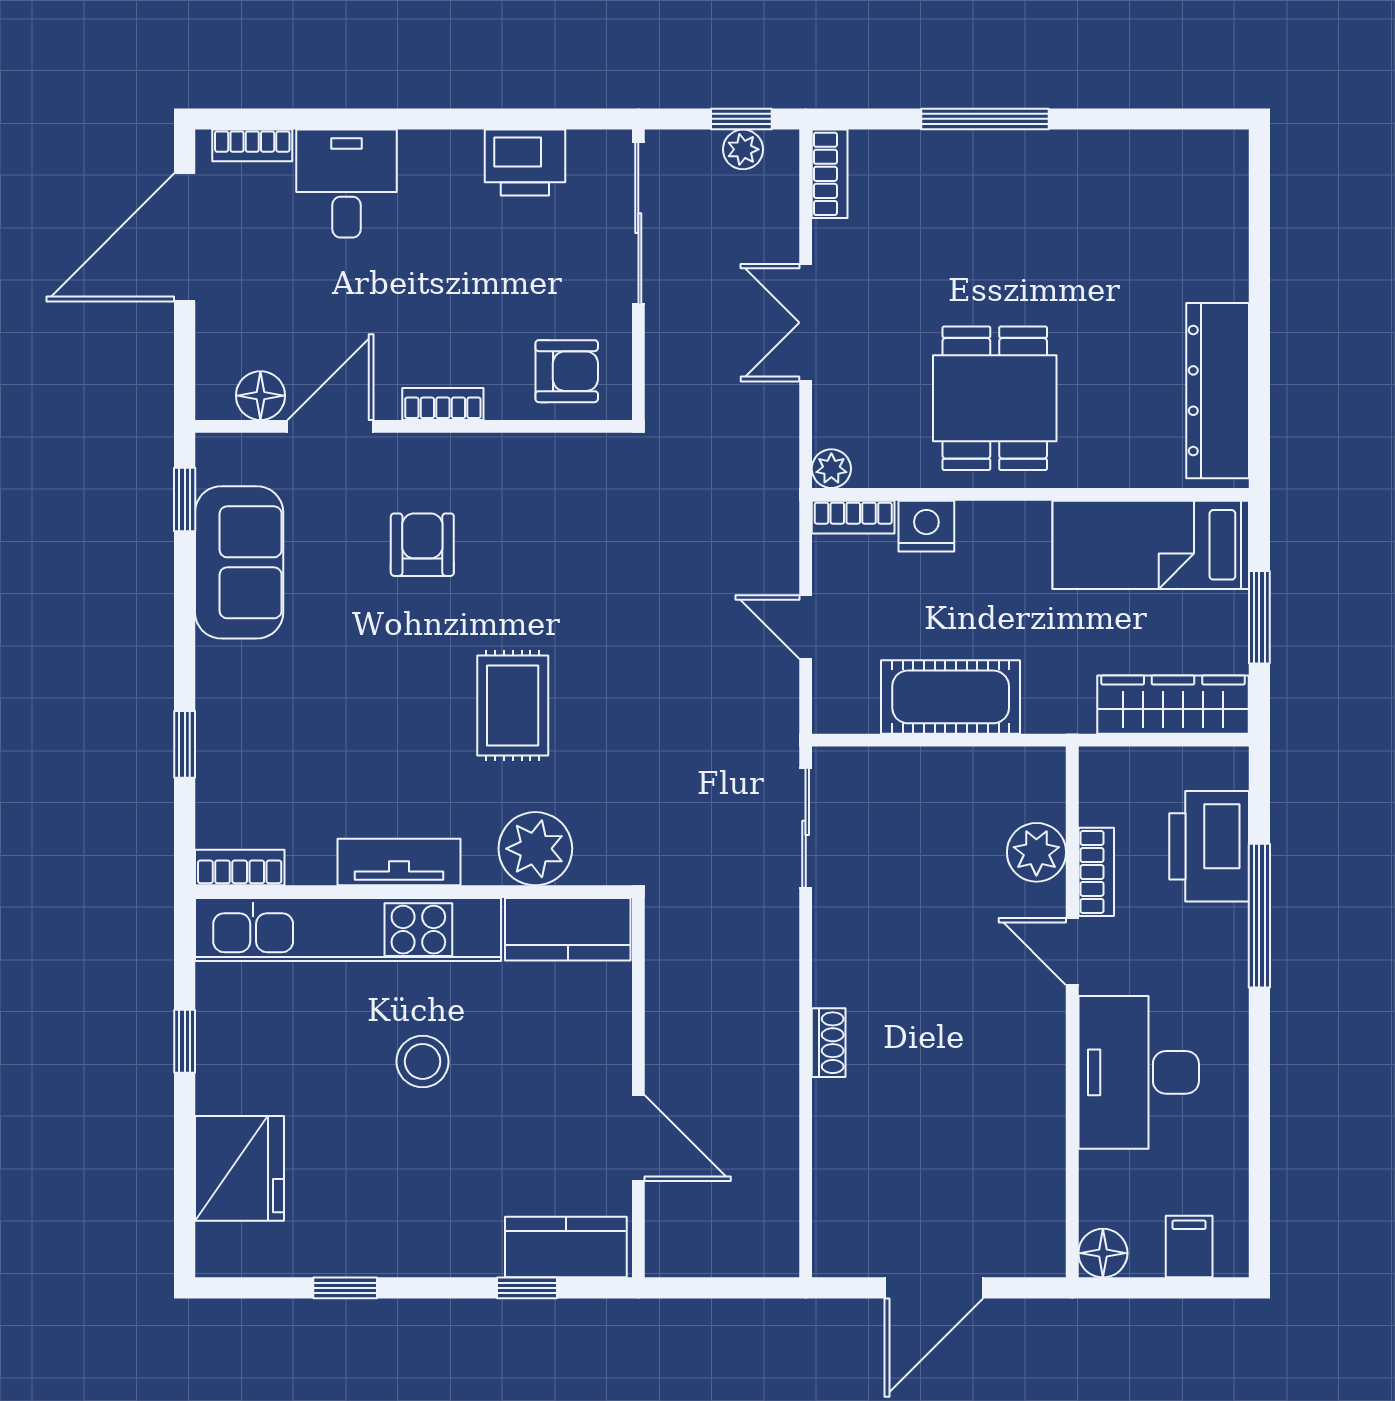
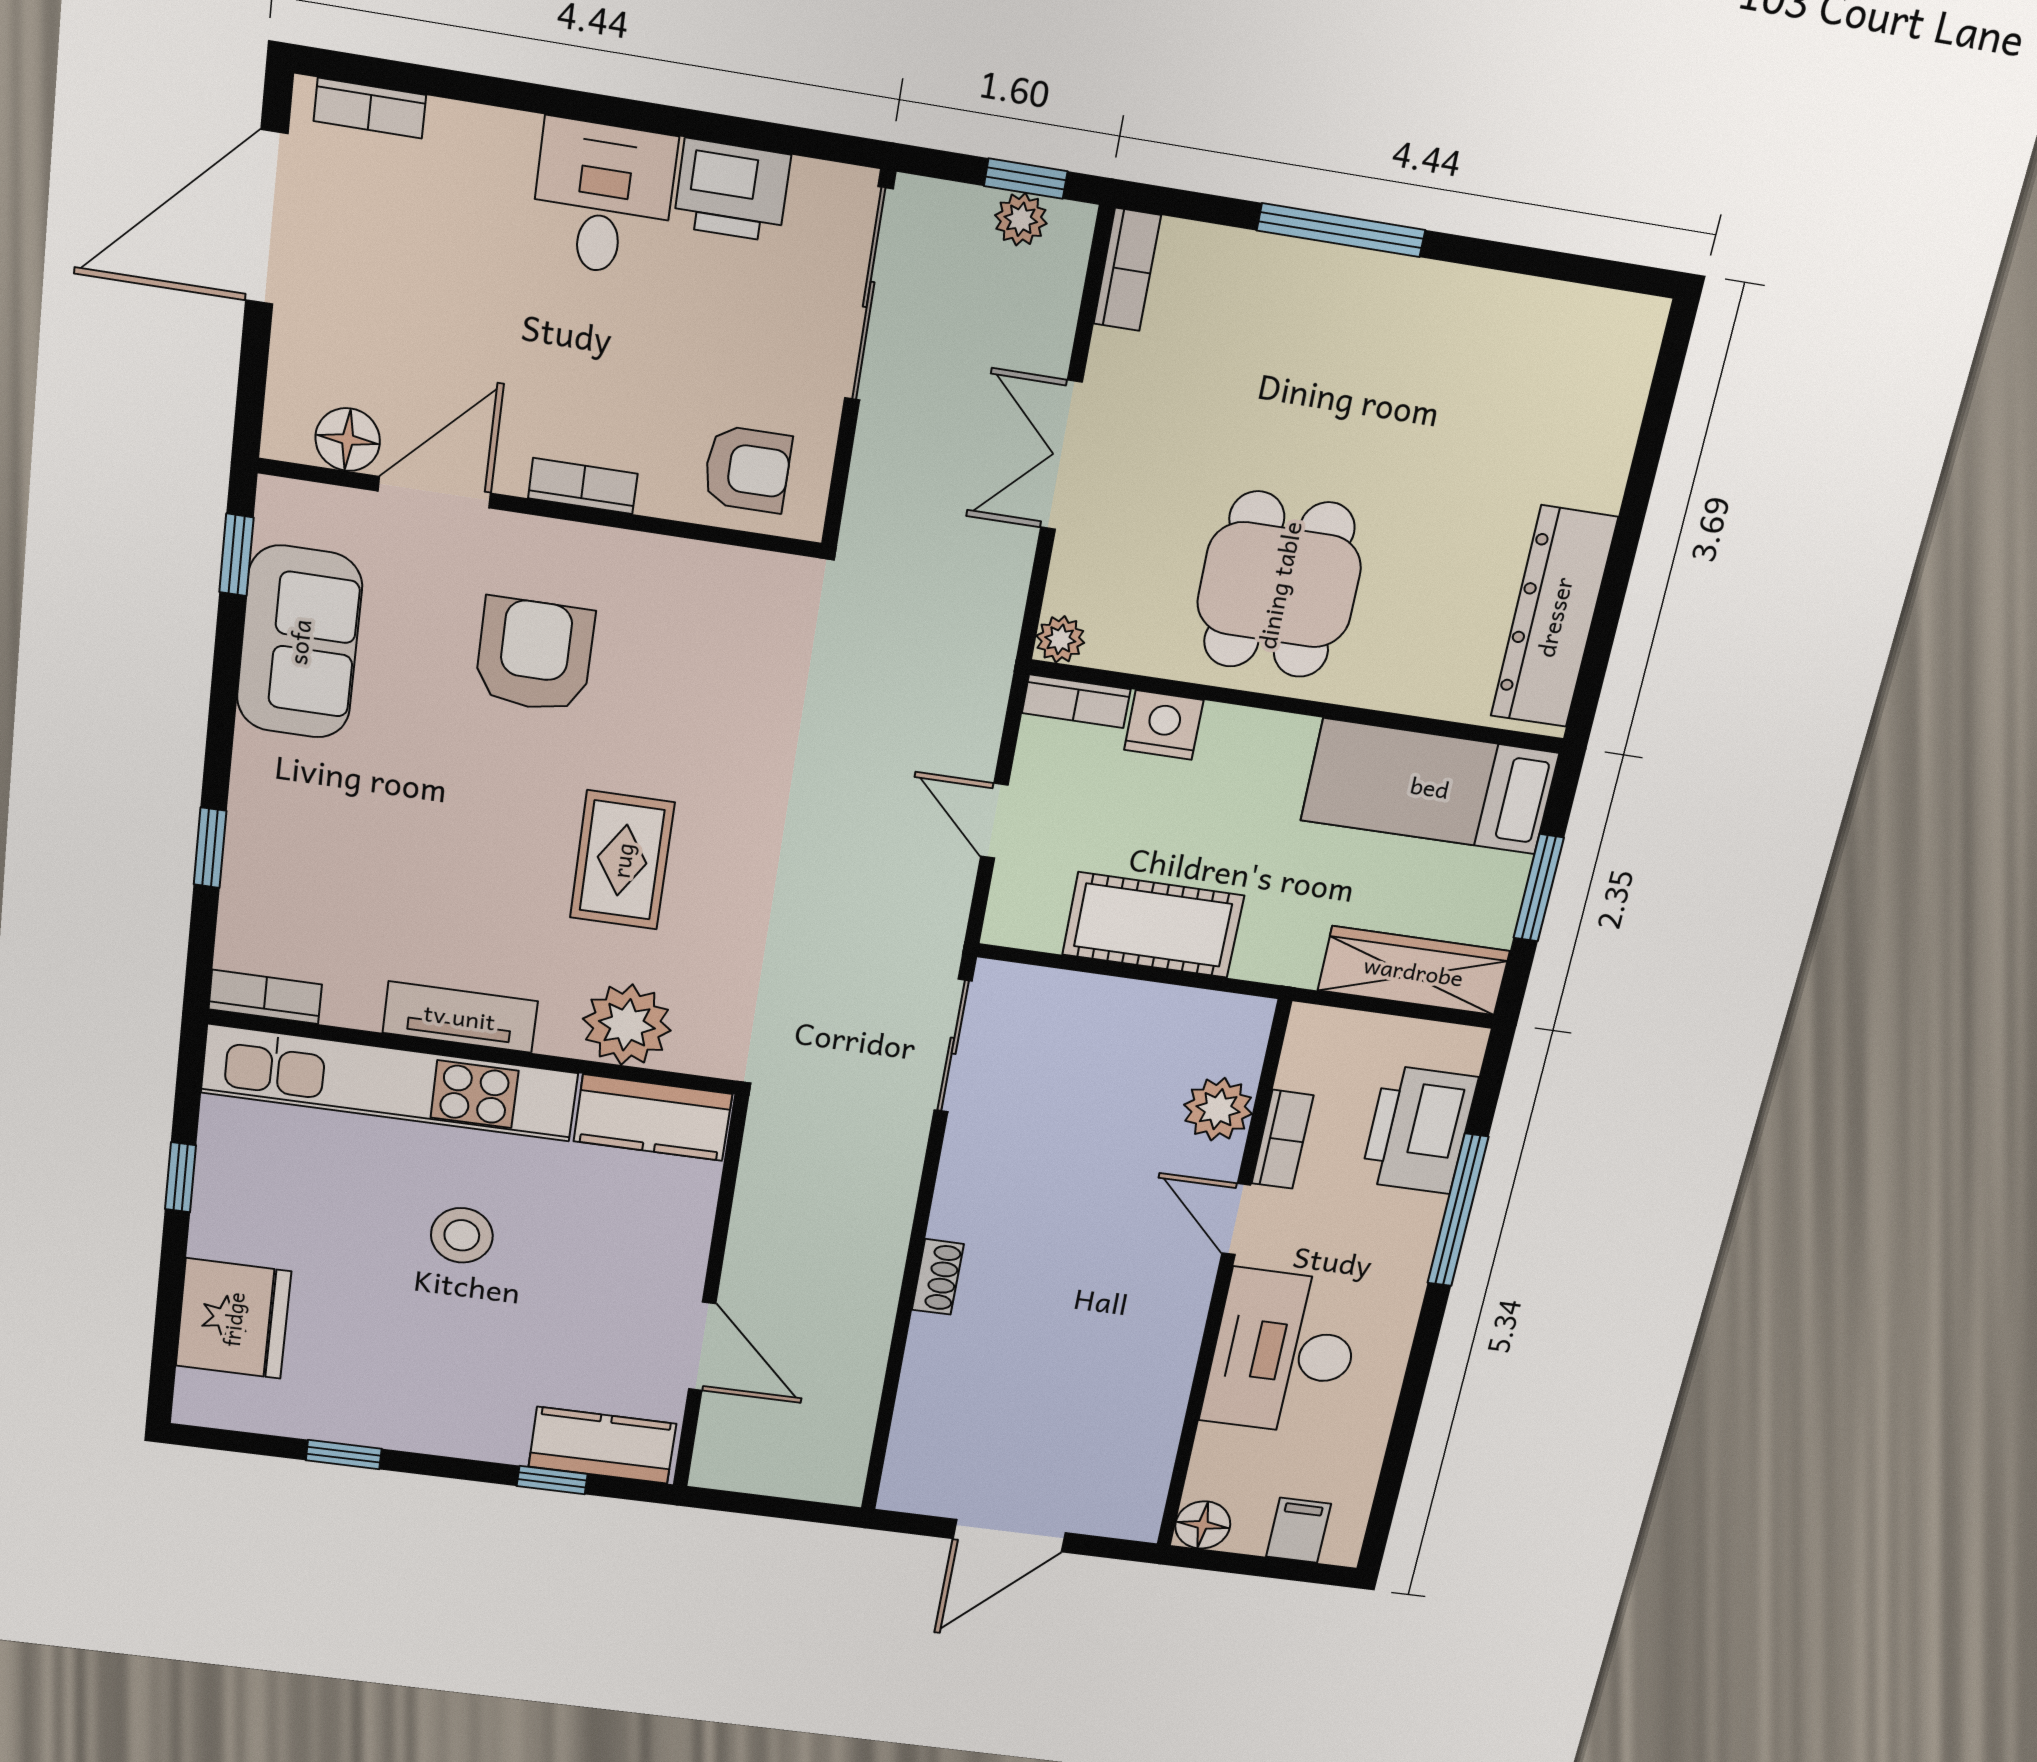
desk: (347, 184) -> (603, 198), moved
armchair: (422, 545) -> (535, 655), width x1.38, depth x1.38

